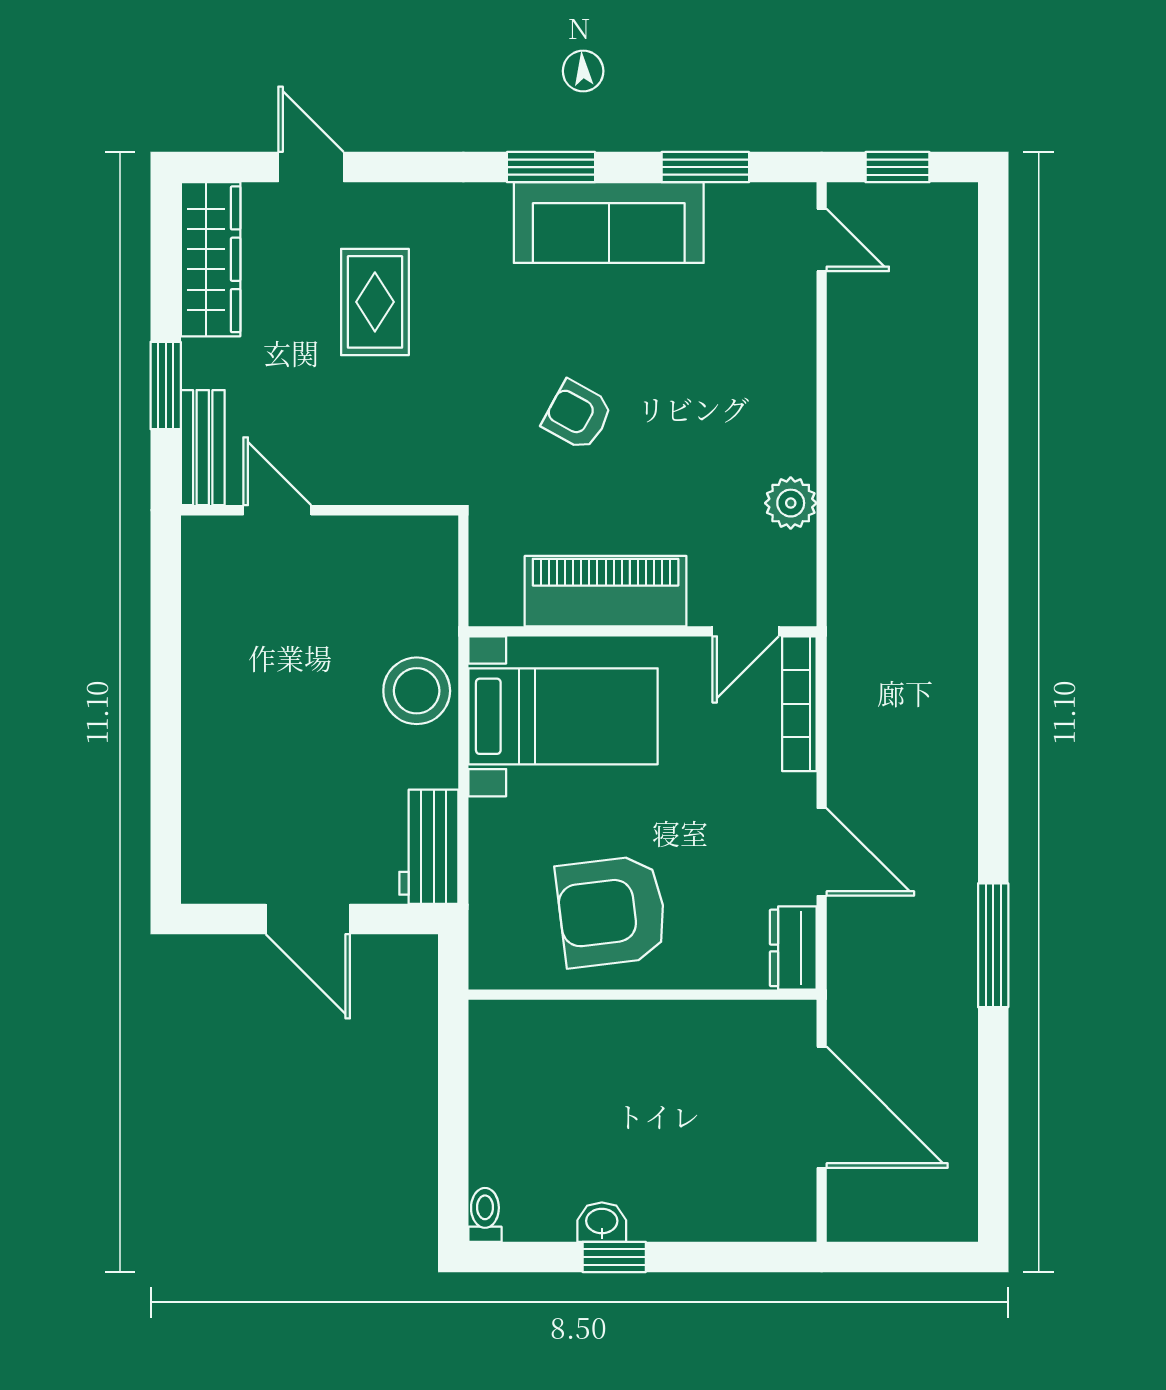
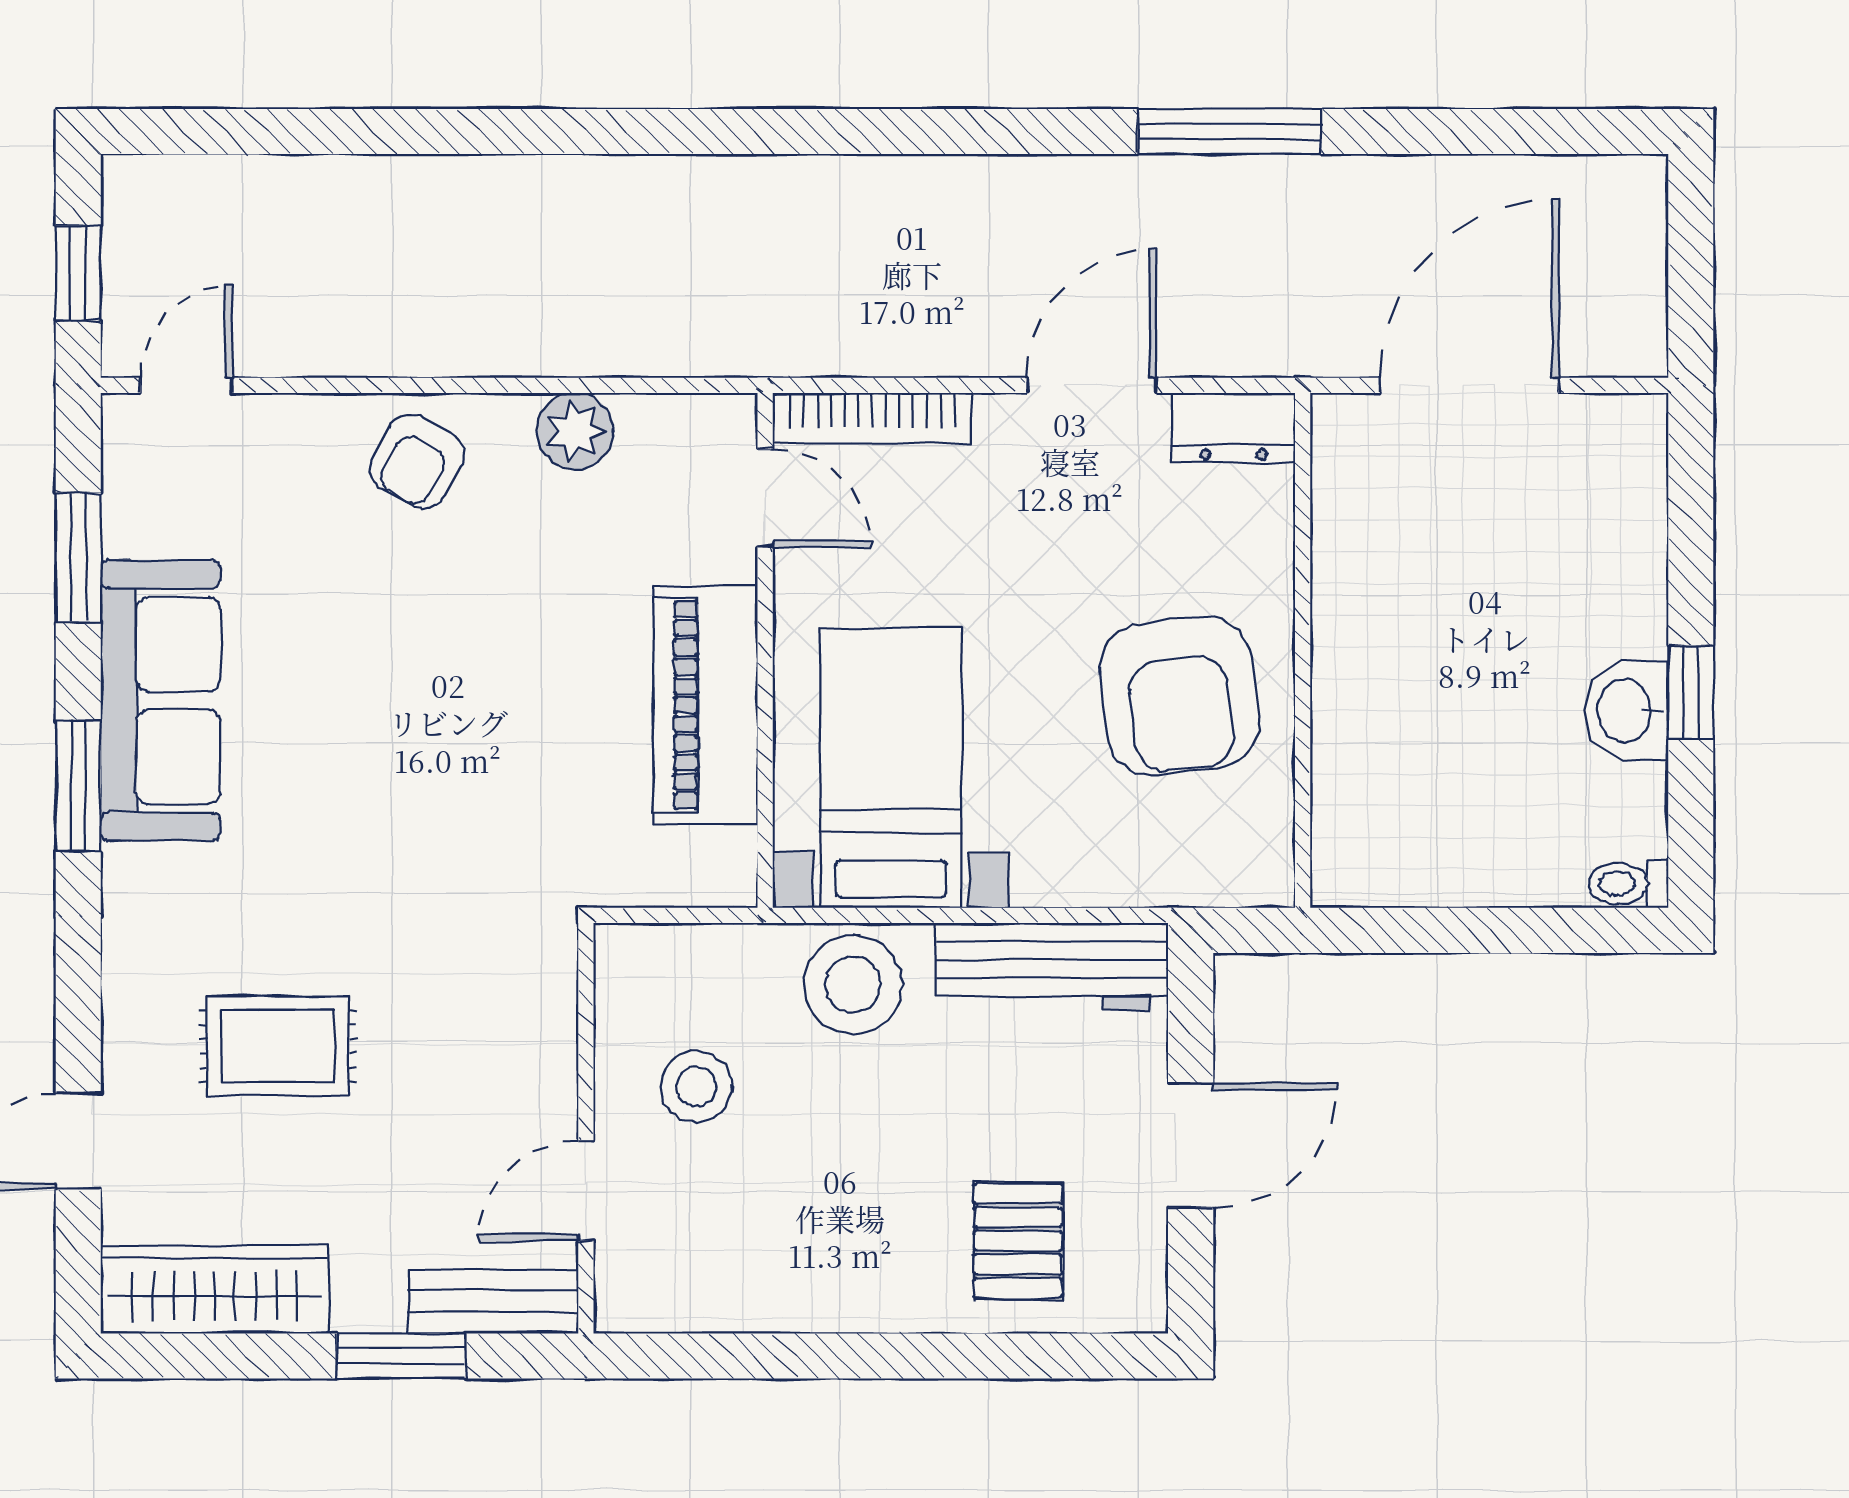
armchair: (578, 415) -> (417, 461), moved
stool: (348, 585) -> (696, 1086), added
pallet: (243, 802) -> (1018, 1241), added
workbench: (429, 847) -> (1052, 967), width x1.38
washbasin: (602, 1222) -> (1626, 711), width x1.38, depth x1.45

